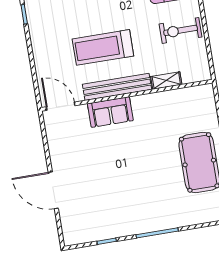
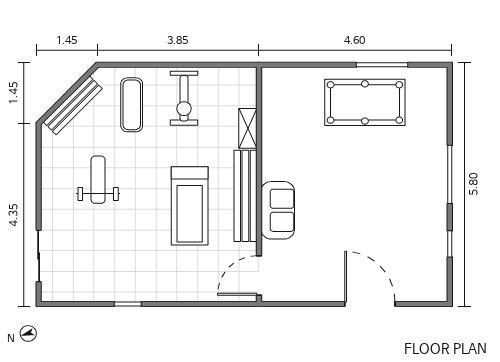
door: (53, 190) -> (370, 304), swing flipped

